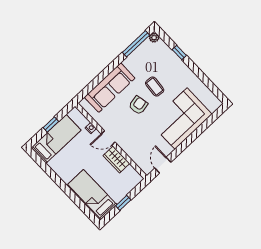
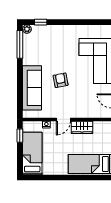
window: (179, 53) -> (41, 22), moved
coffee table: (155, 87) -> (59, 58), removed
window: (51, 124) -> (20, 136), moved

